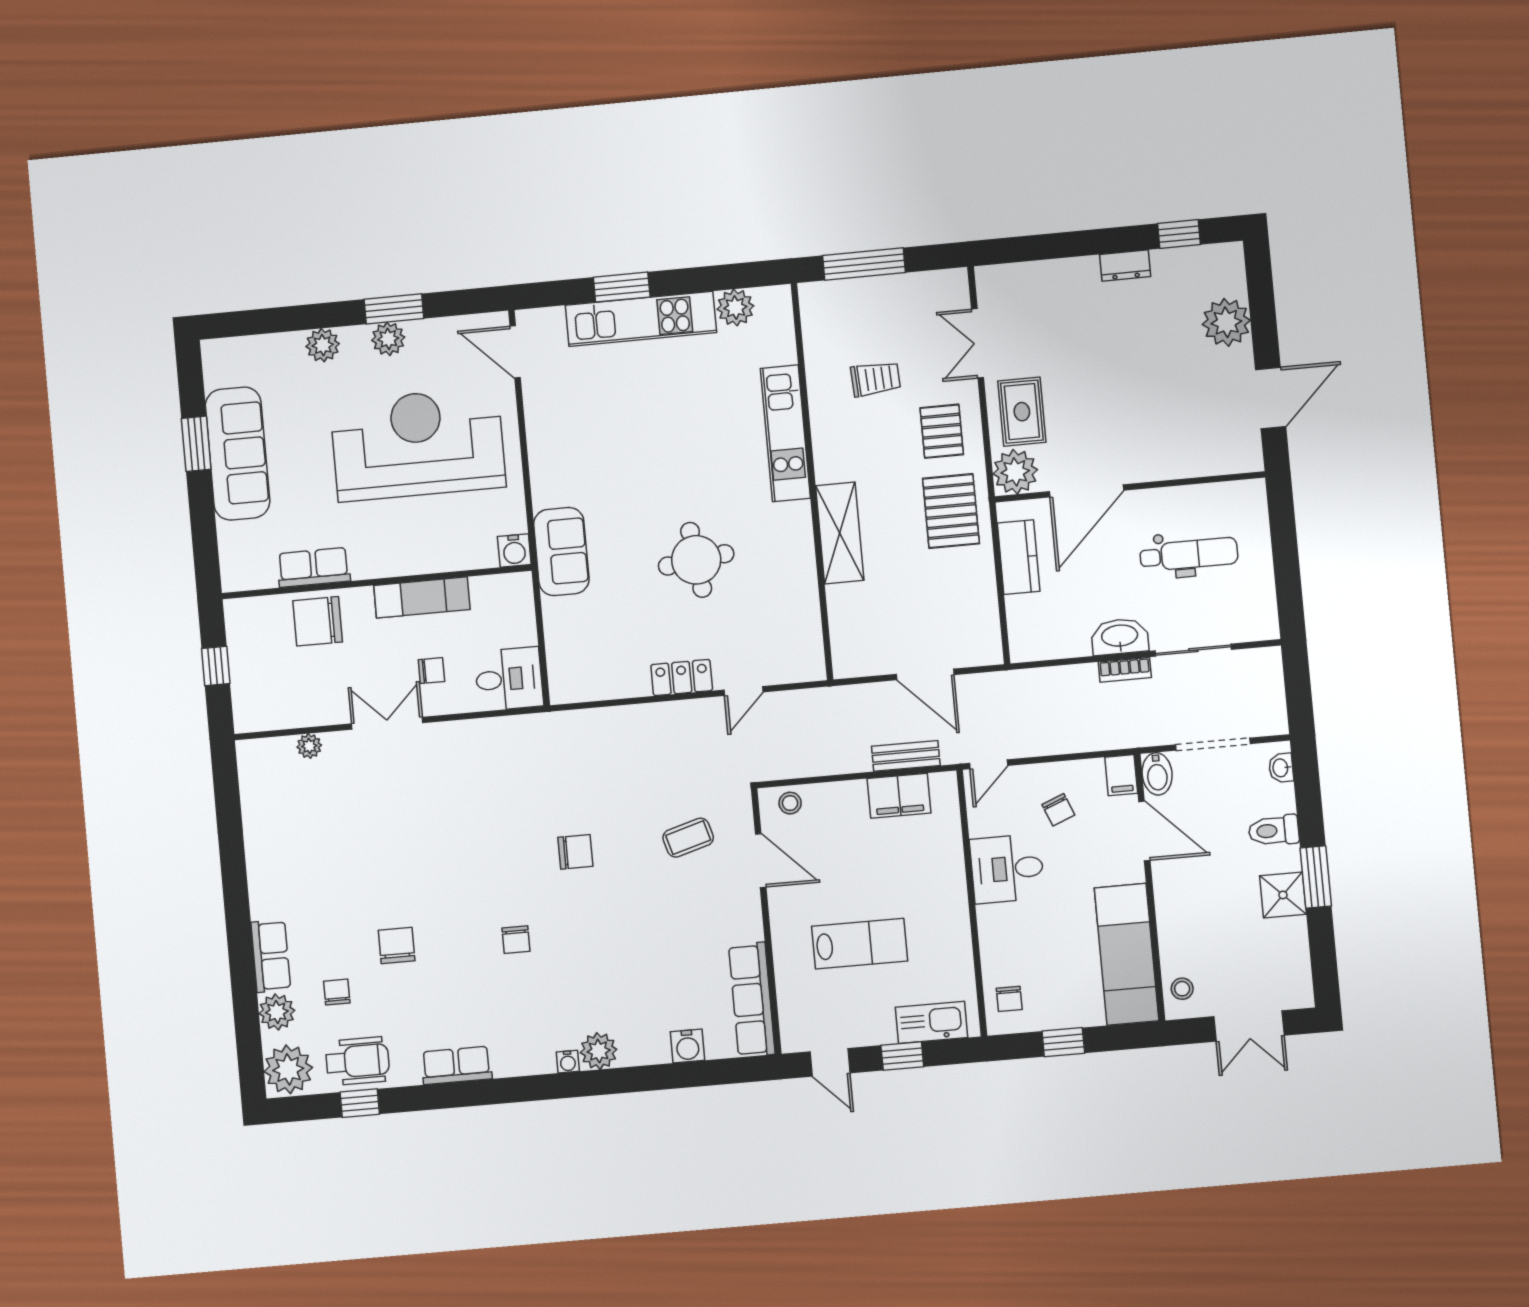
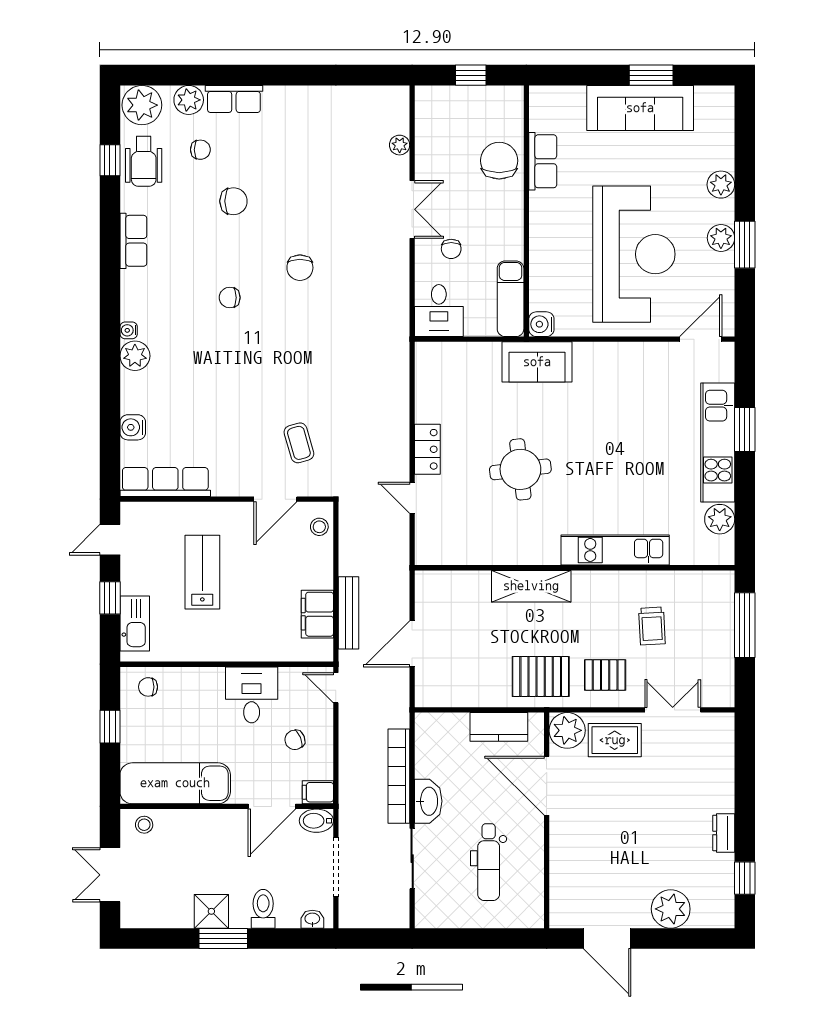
exam couch: (422, 597) -> (511, 299), moved
bookcase: (1125, 670) -> (399, 776), width x2.31, depth x1.31
bench: (906, 756) -> (349, 613), width x1.36
chair: (575, 852) -> (300, 268), moved
lab bench: (860, 944) -> (202, 572), turned 180

